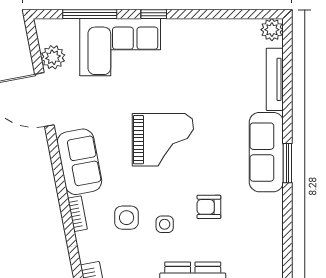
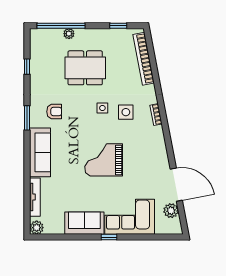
window: (90, 14) -> (148, 237), removed
sofa: (79, 162) -> (84, 223), moved, turned 101
window: (287, 163) -> (27, 118), moved
armchair: (209, 207) -> (54, 112), moved

